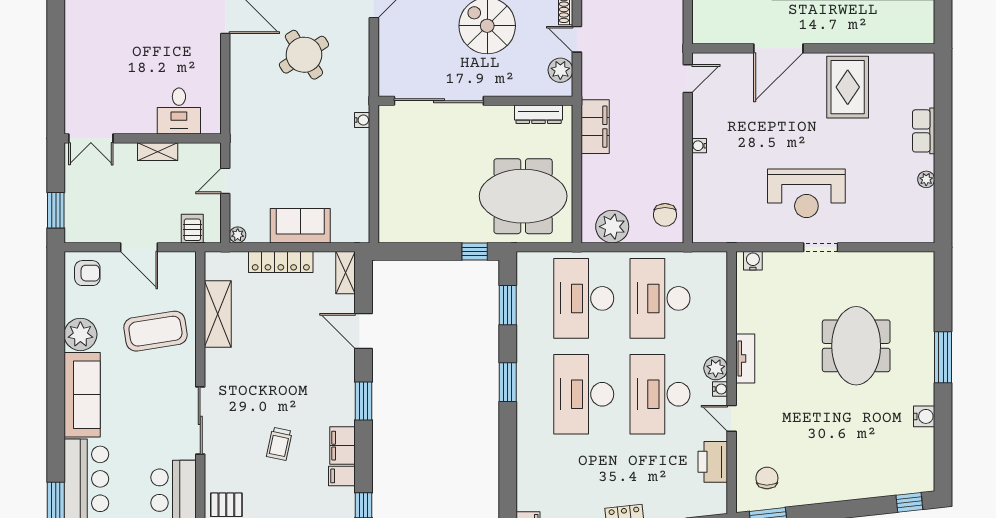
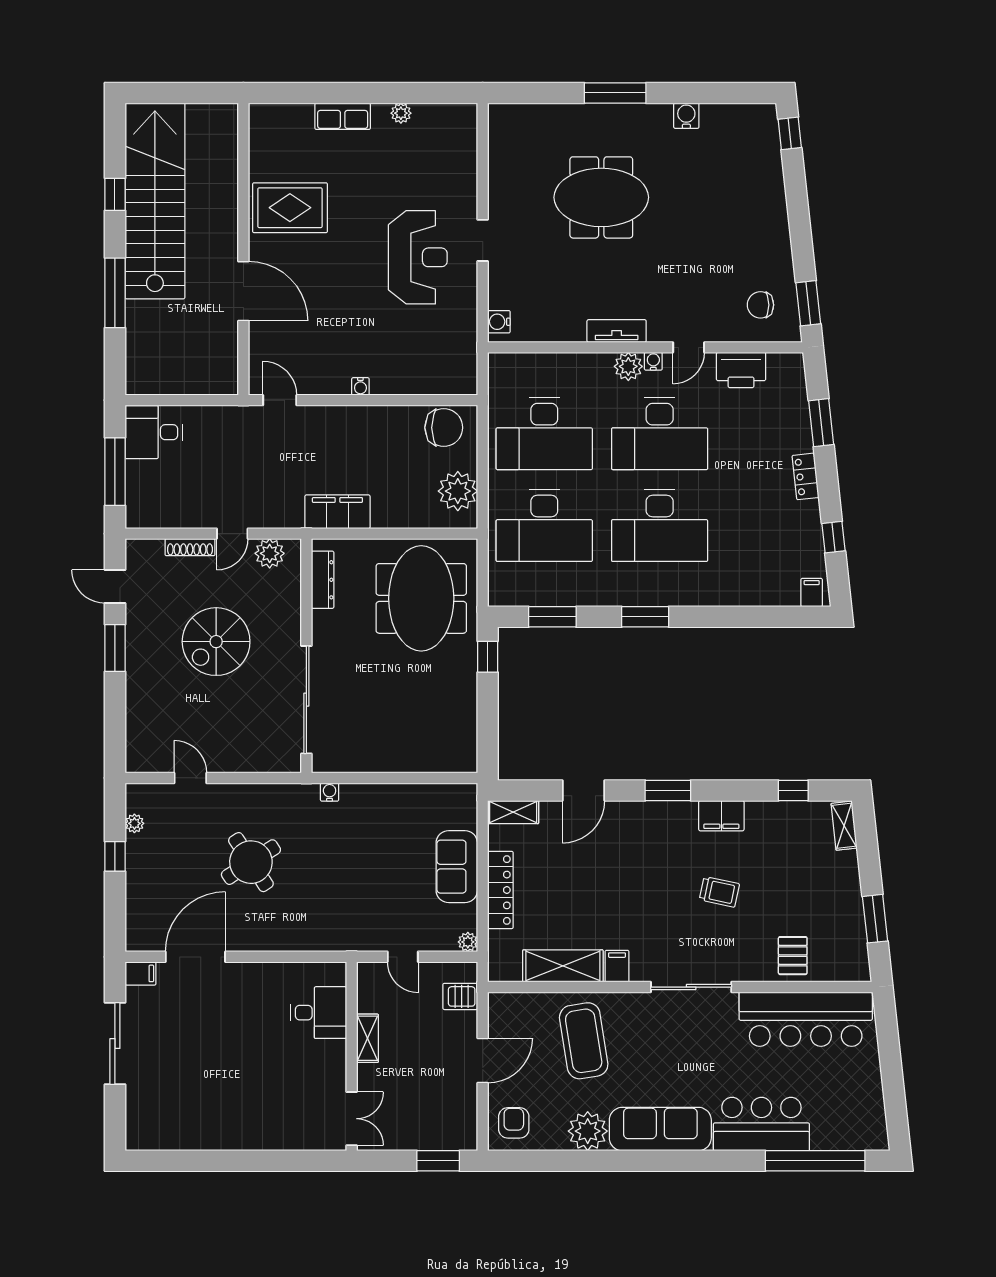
chair: (665, 215) -> (444, 428), width x1.37, depth x1.37
filing cabinet: (342, 476) -> (617, 966), moved, turned 180

